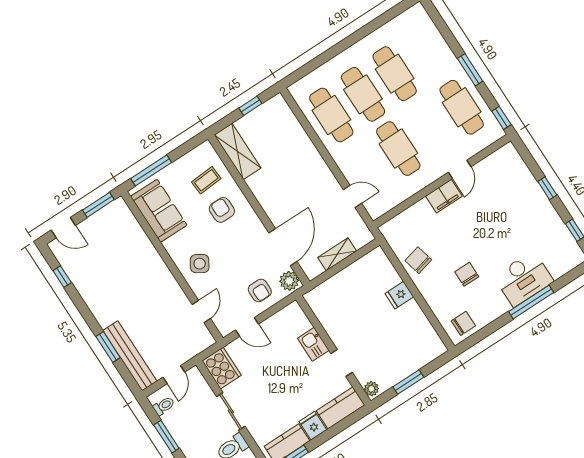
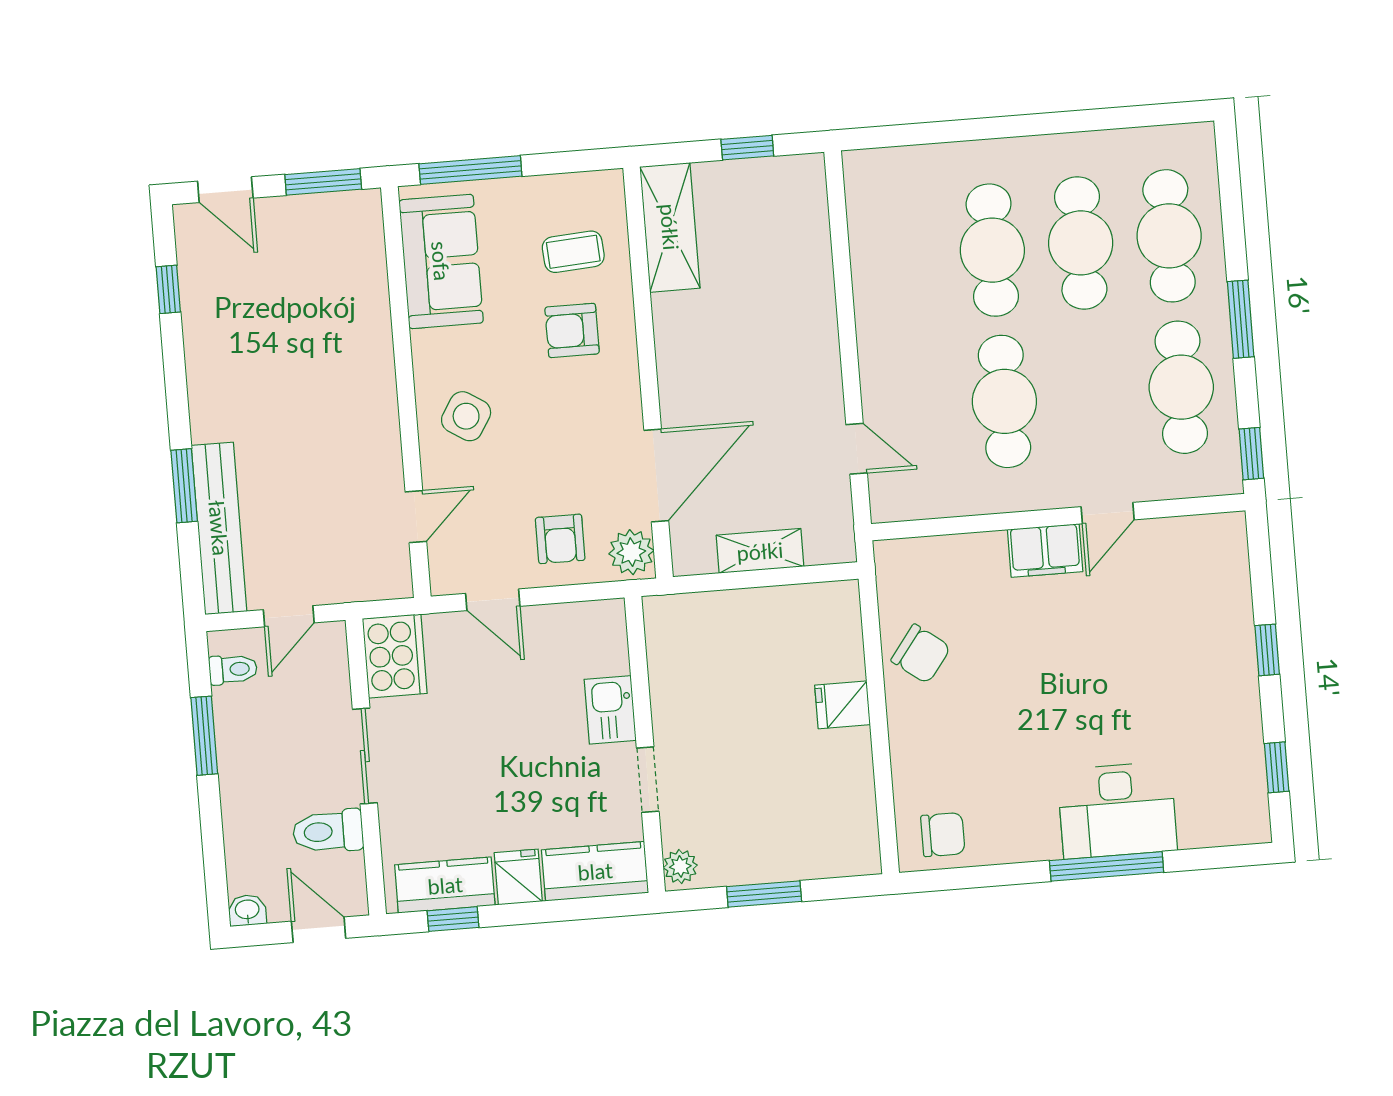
cafe table: (331, 115) -> (1169, 236), moved
armchair: (222, 210) -> (572, 330), turned -90
chair: (418, 260) -> (921, 654), turned 141
chair: (467, 274) -> (1005, 737), removed

